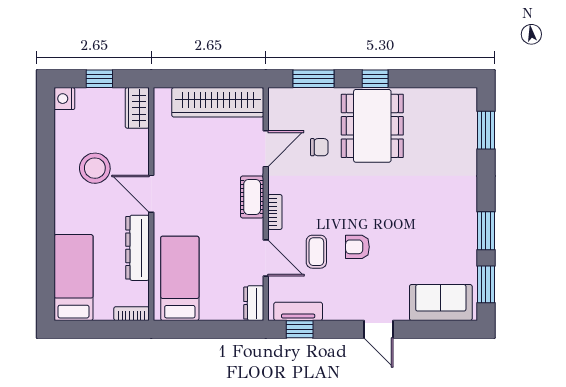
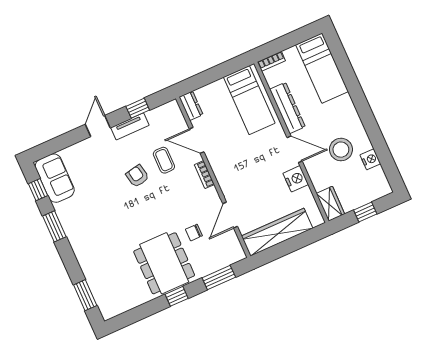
nightstand: (64, 99) -> (370, 159), moved
nightstand: (166, 157) -> (296, 179), added
cot: (252, 197) -> (225, 178), removed
armchair: (357, 247) -> (137, 176), turned -101
window: (486, 284) -> (38, 190), width x0.67
sofa: (441, 303) -> (55, 178), moved, turned -90
tv unit: (298, 311) -> (130, 126), moved
window: (300, 329) -> (138, 108), moved
door: (379, 329) -> (98, 126), hinge flipped

